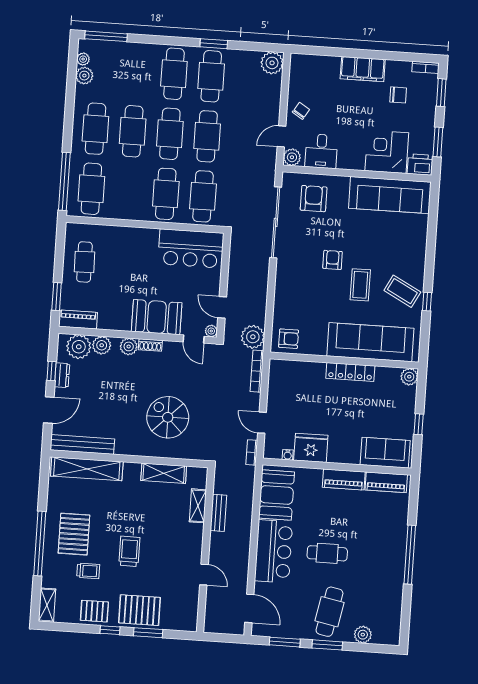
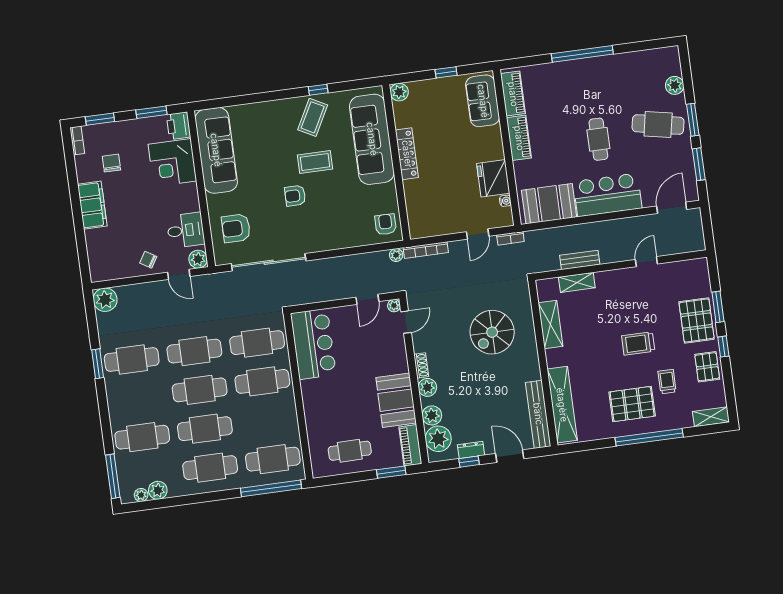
cafe table: (174, 74) -> (142, 437), moved
booth: (157, 317) -> (396, 400), moved
plant: (253, 337) -> (396, 255), width x0.53, depth x0.53

